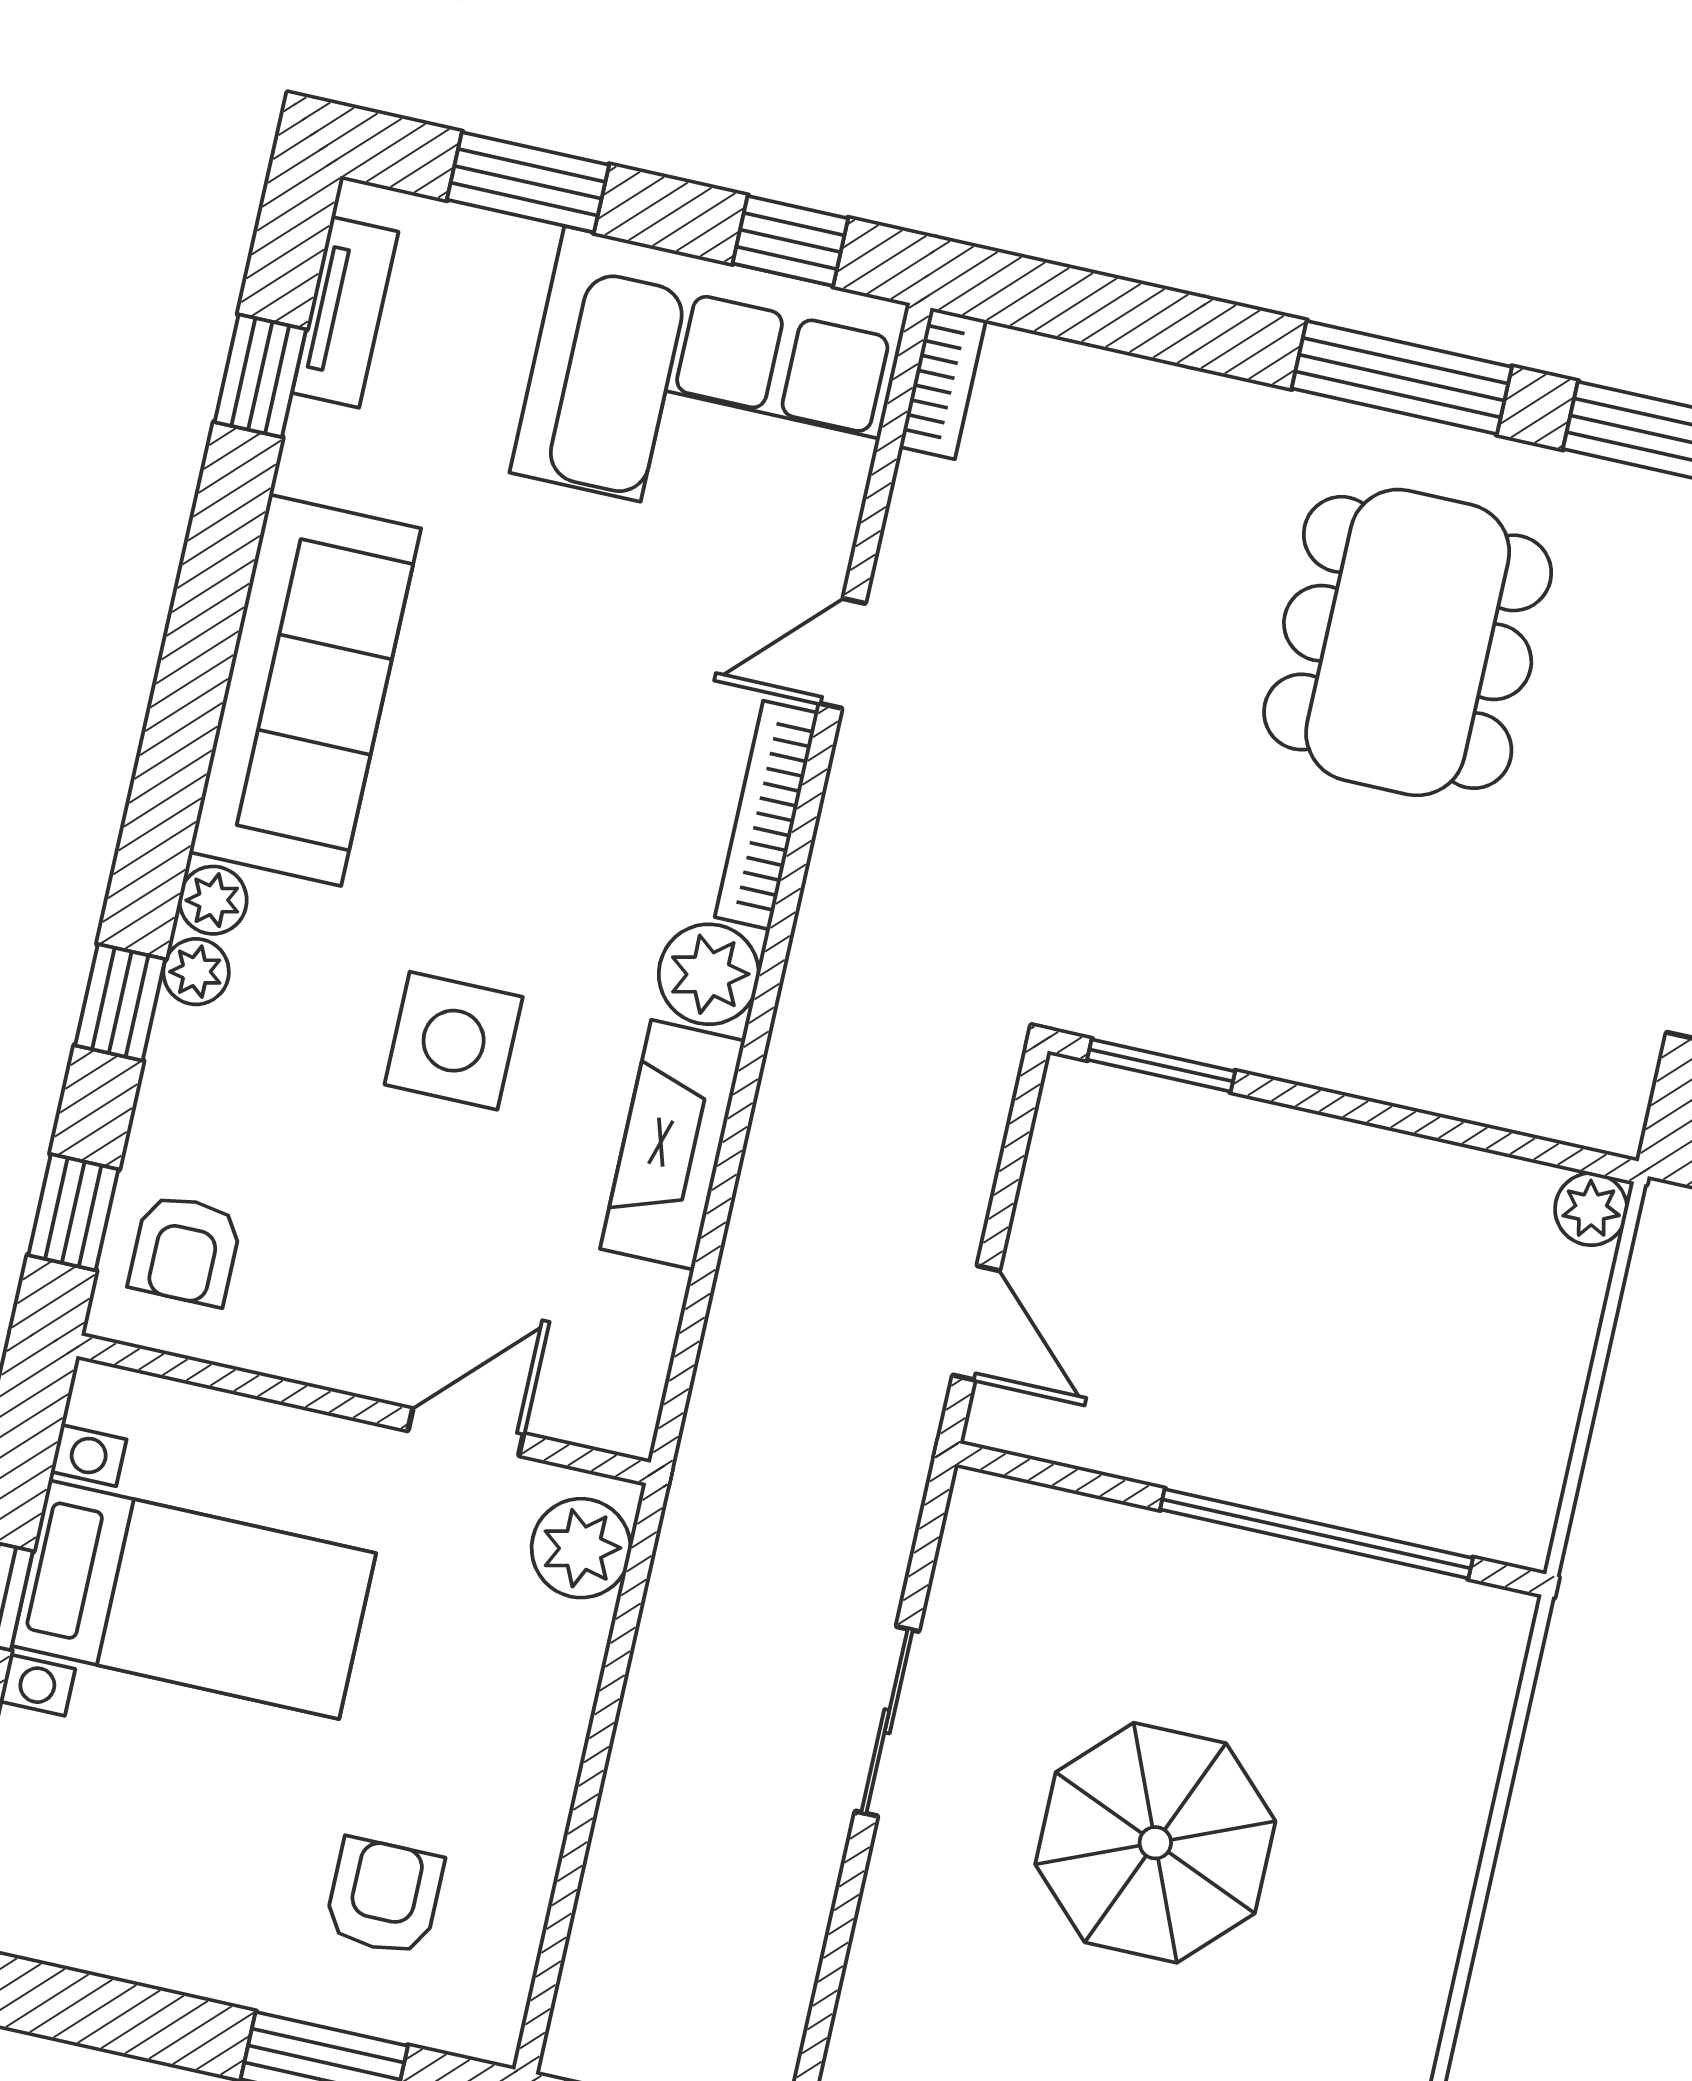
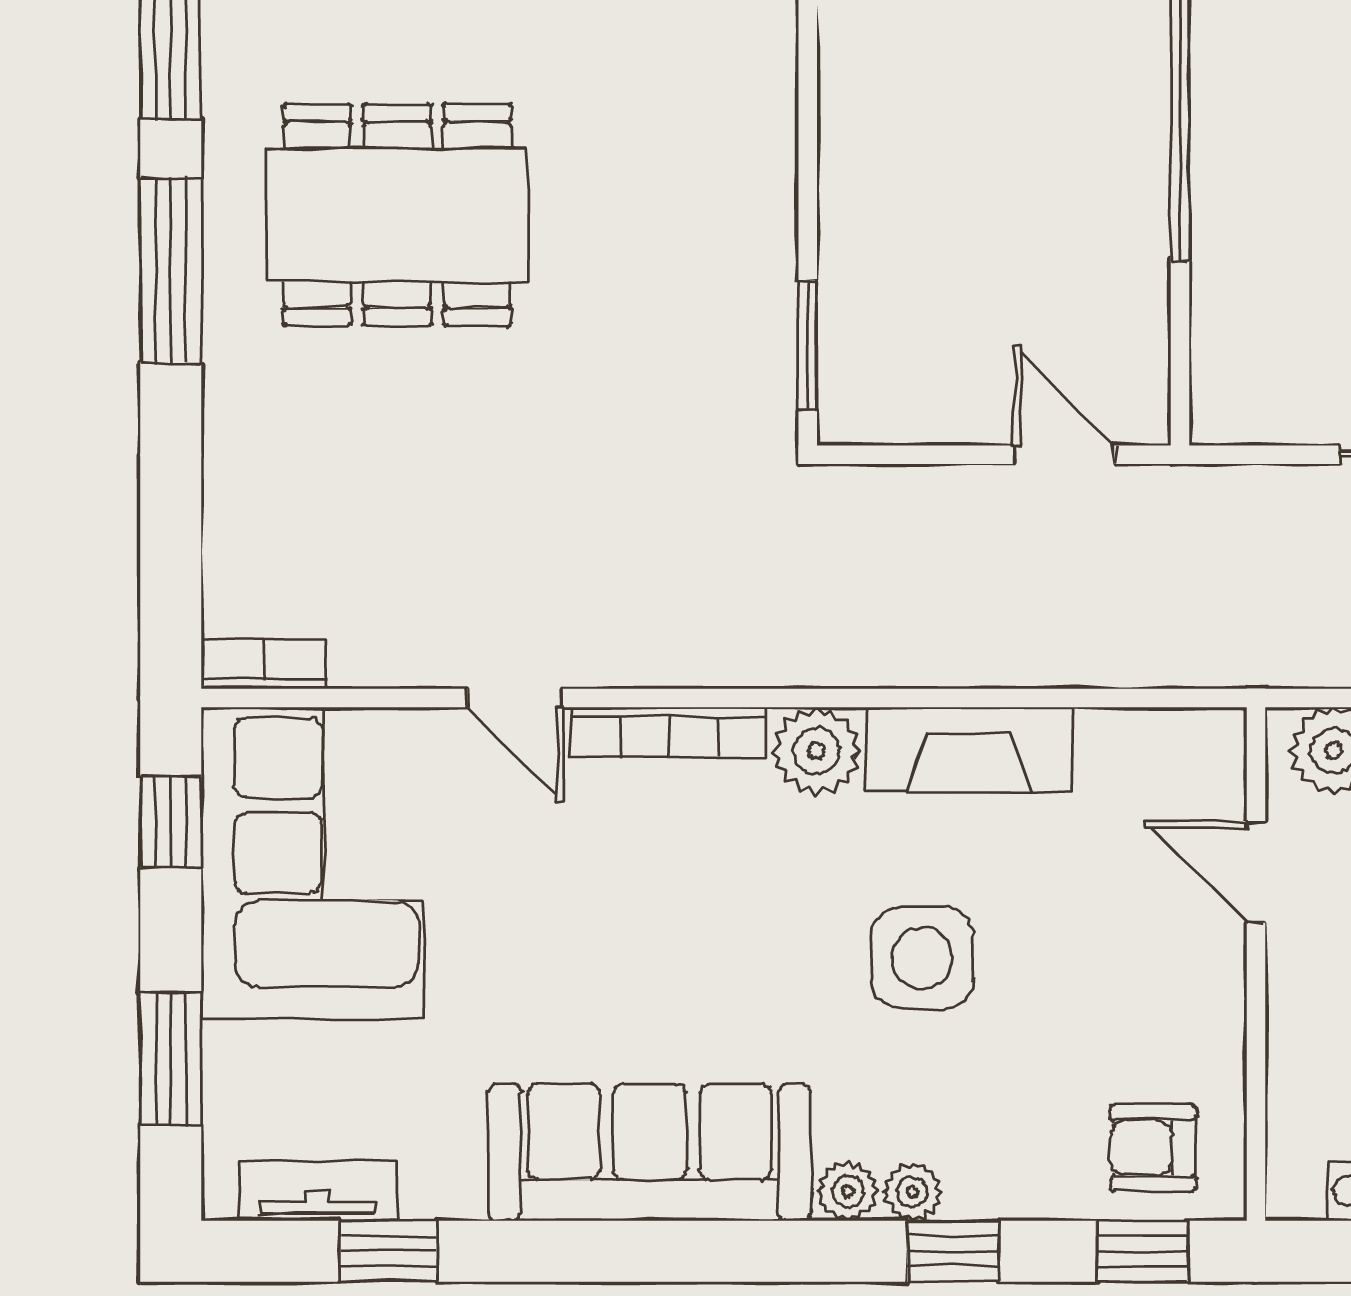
armchair: (185, 1250) -> (1153, 1148), turned 180
door: (976, 1323) -> (1064, 455), hinge flipped

